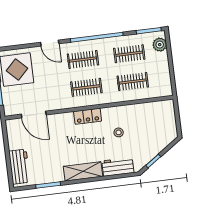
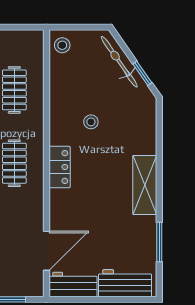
stool: (165, 108) -> (62, 45), added
bicycle: (159, 146) -> (119, 62), added
workbench: (118, 167) -> (73, 284), moved, turned 90

